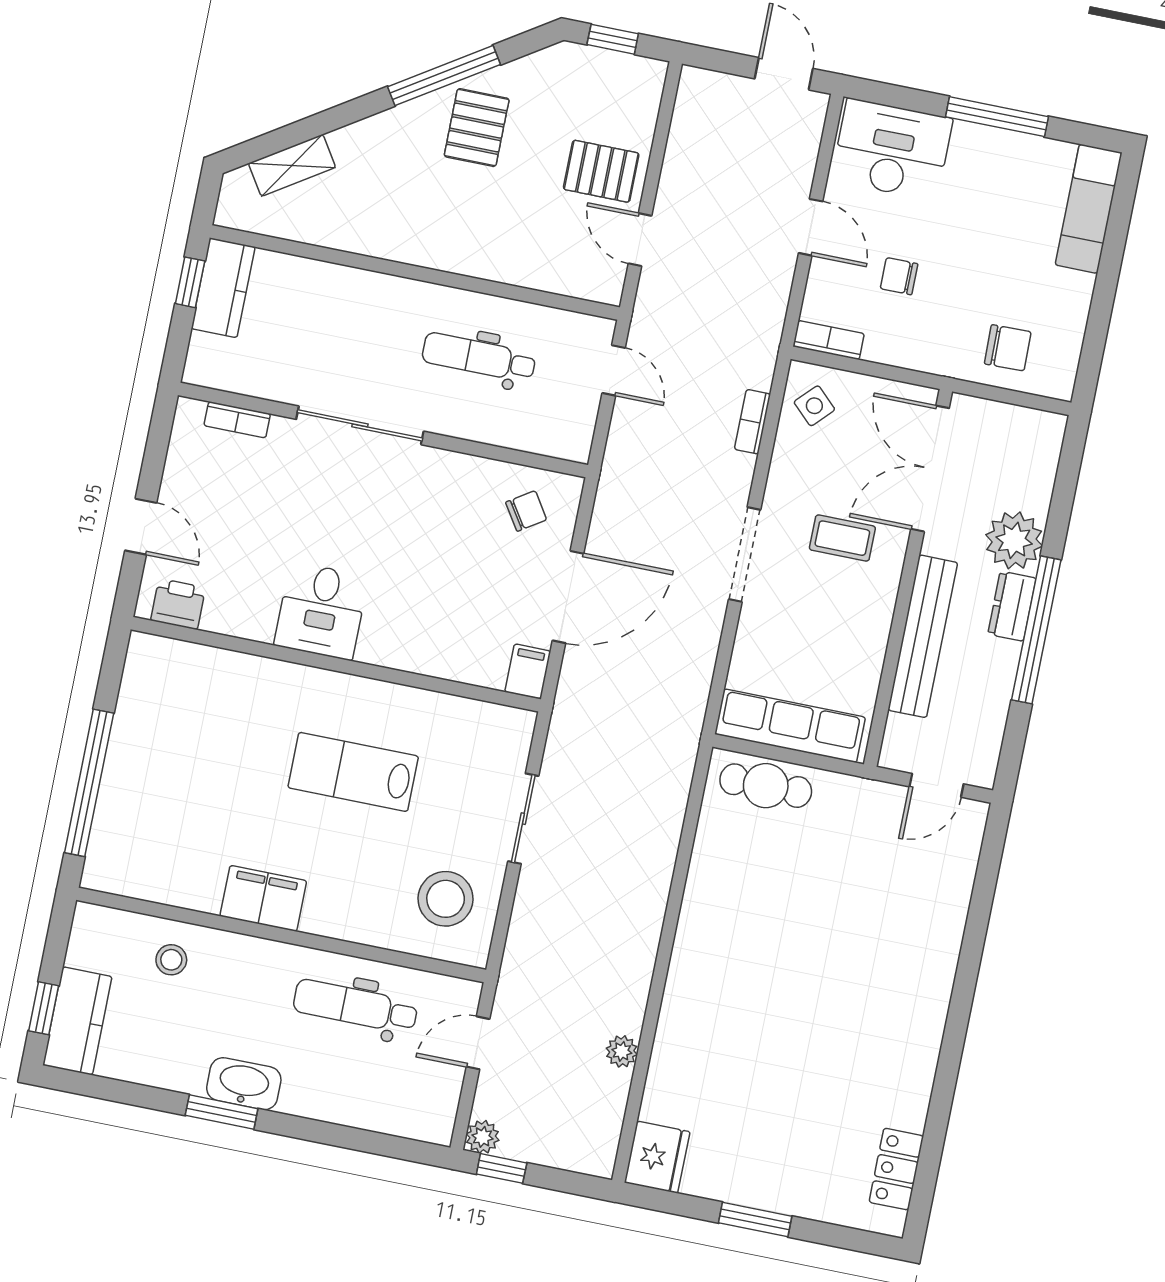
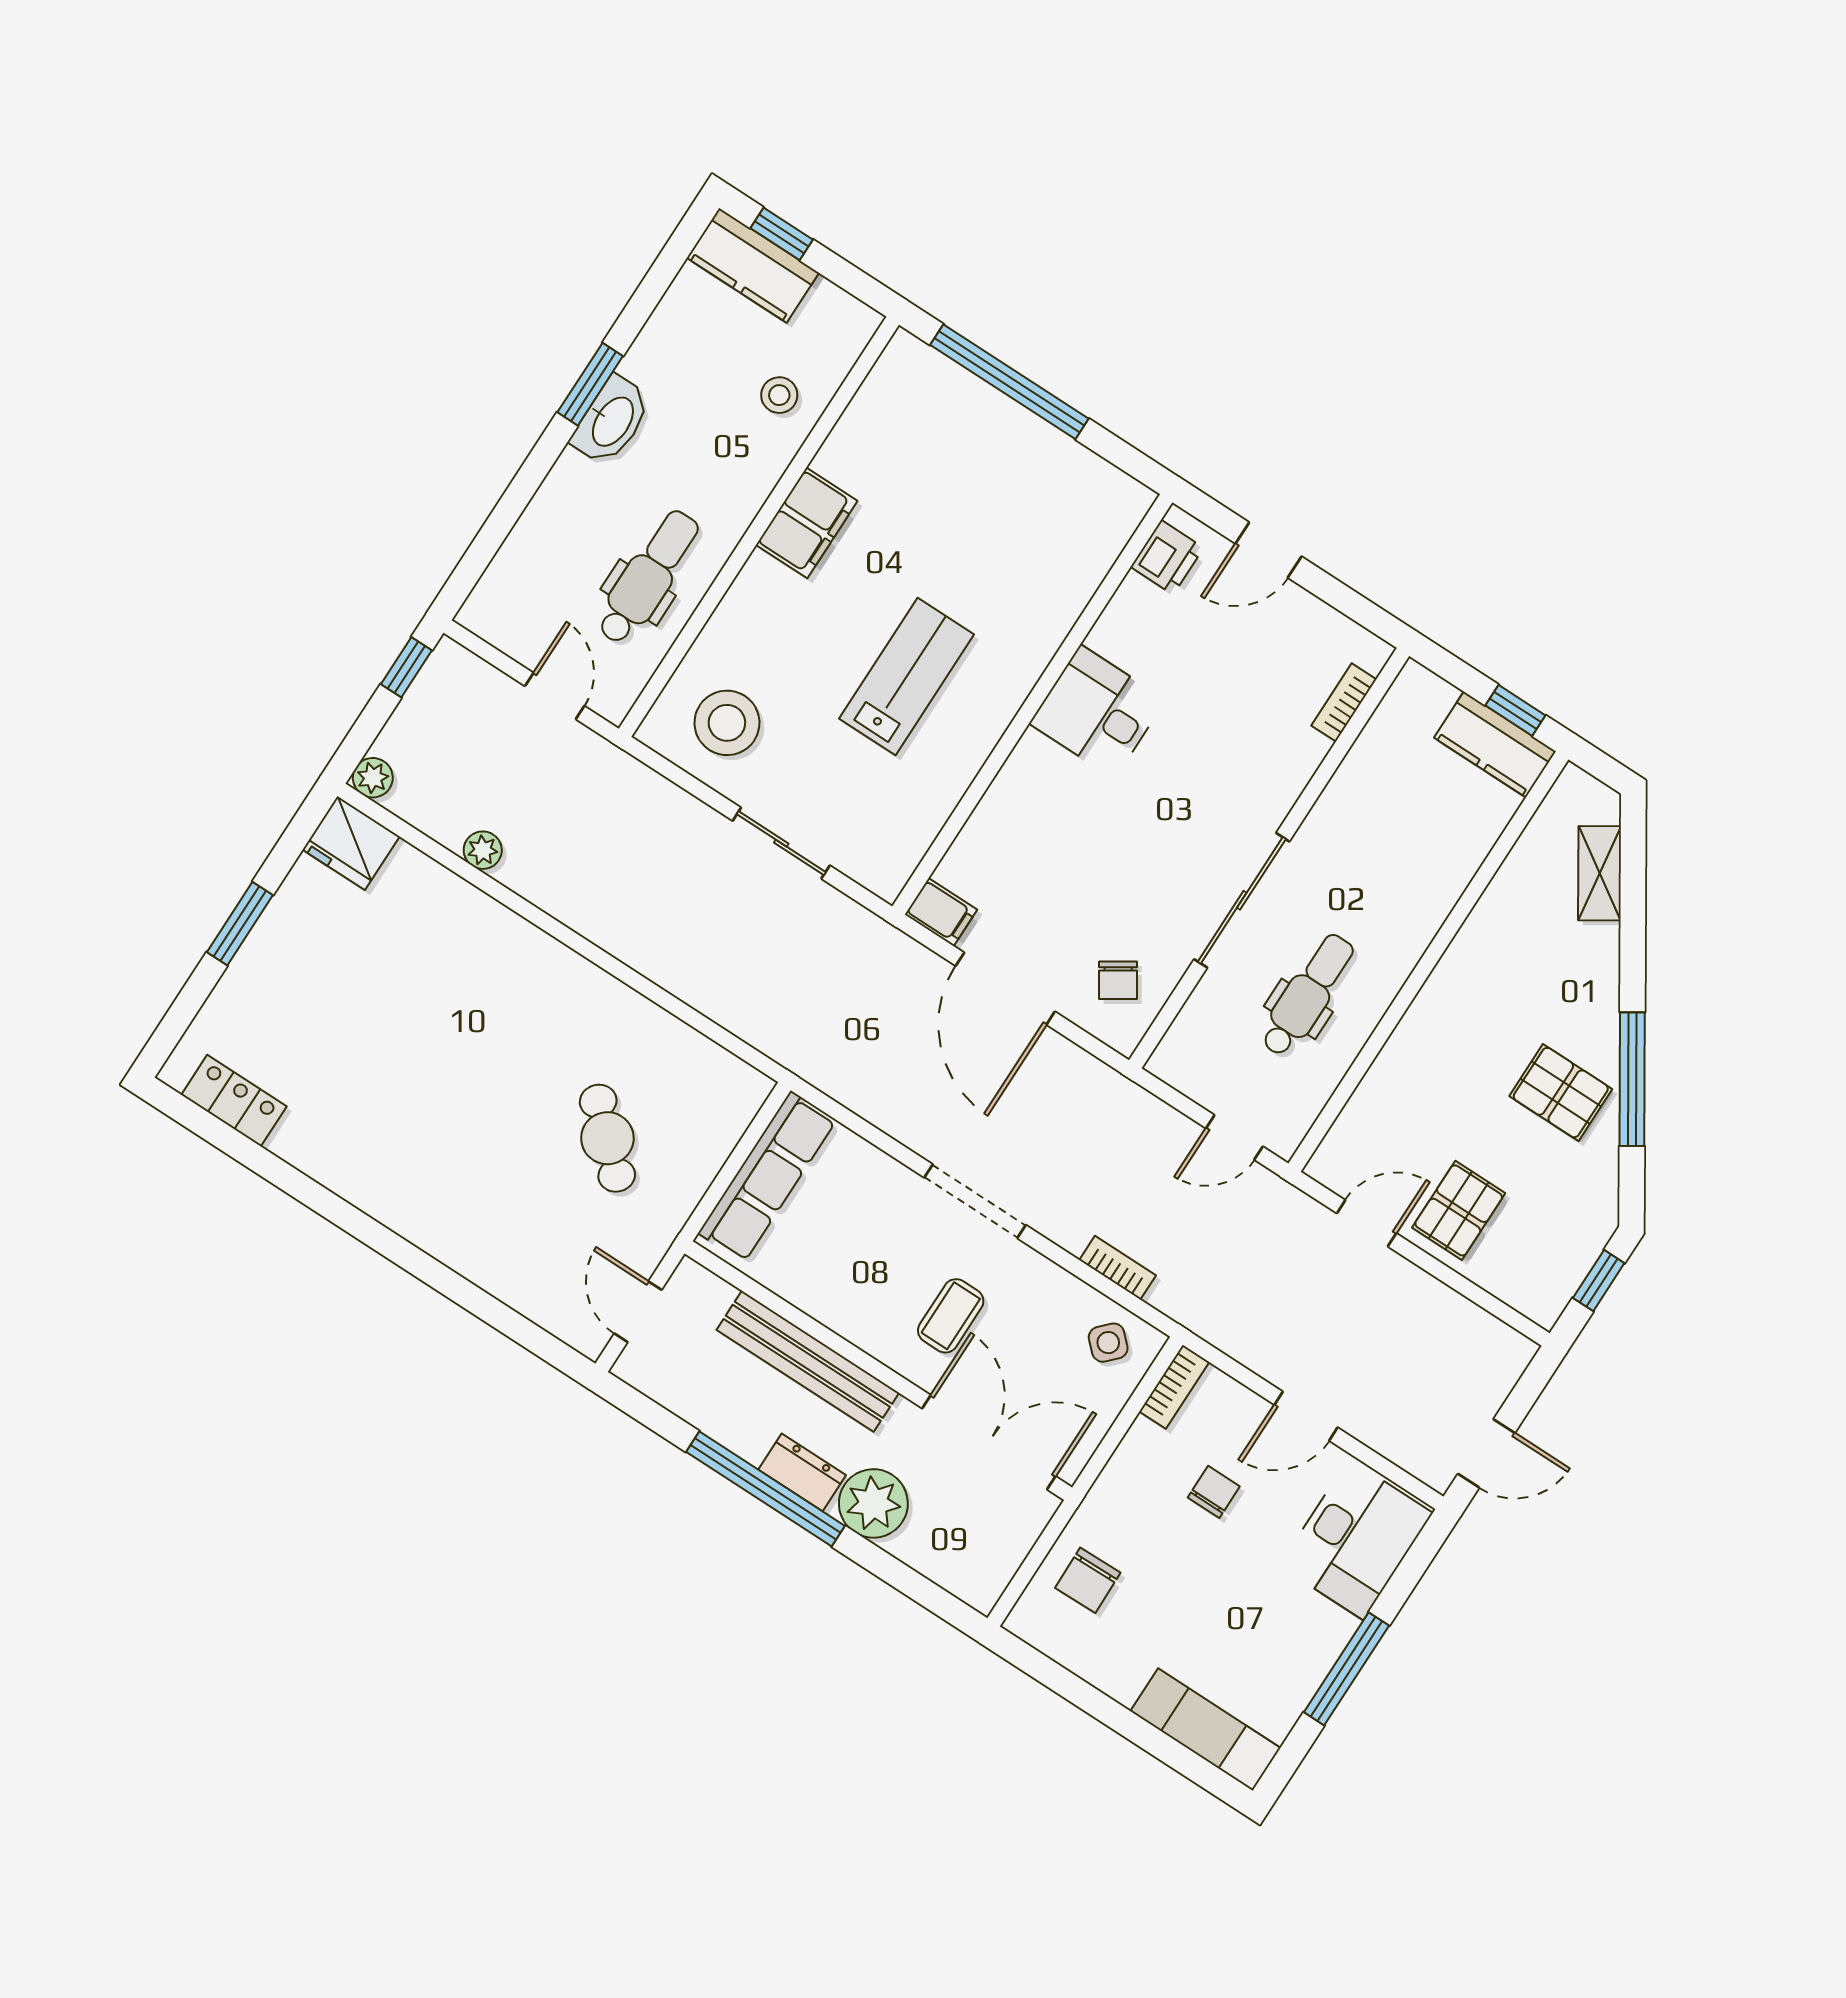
sliding door: (360, 425) -> (1242, 900), moved
cafe table: (766, 786) -> (607, 1138), moved, turned -47
plant: (483, 1137) -> (373, 778), moved

